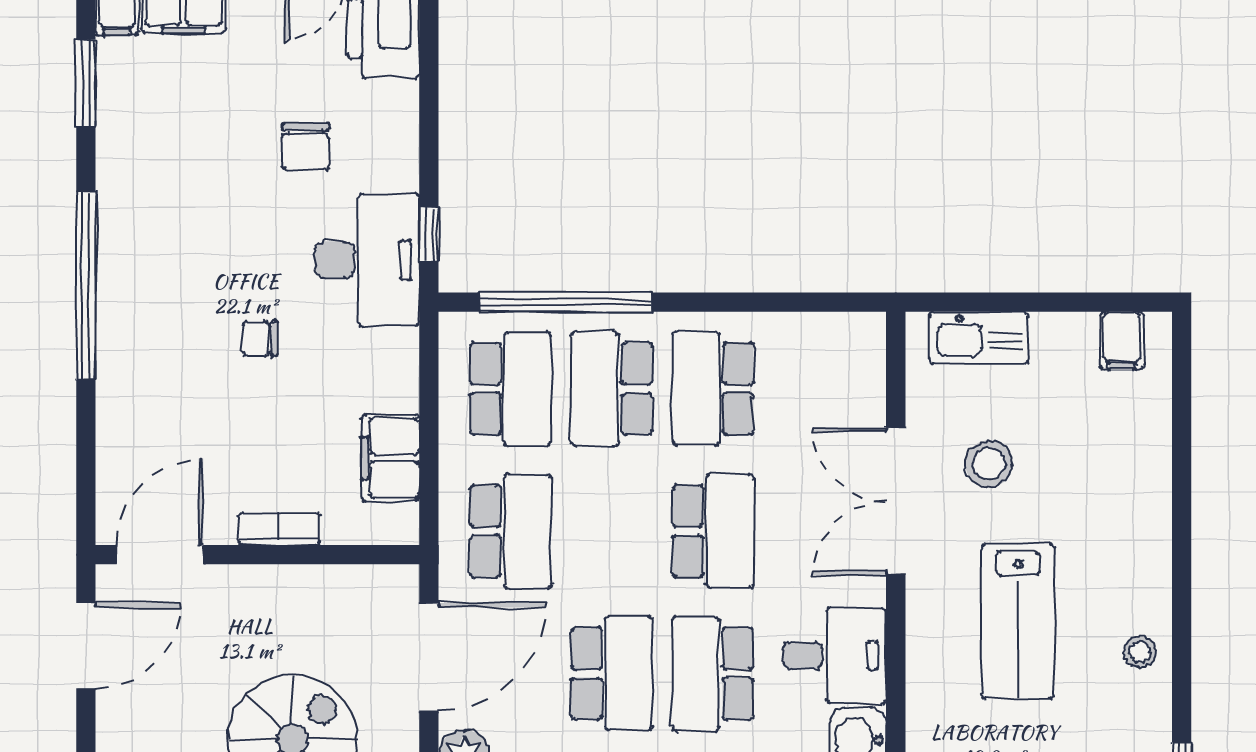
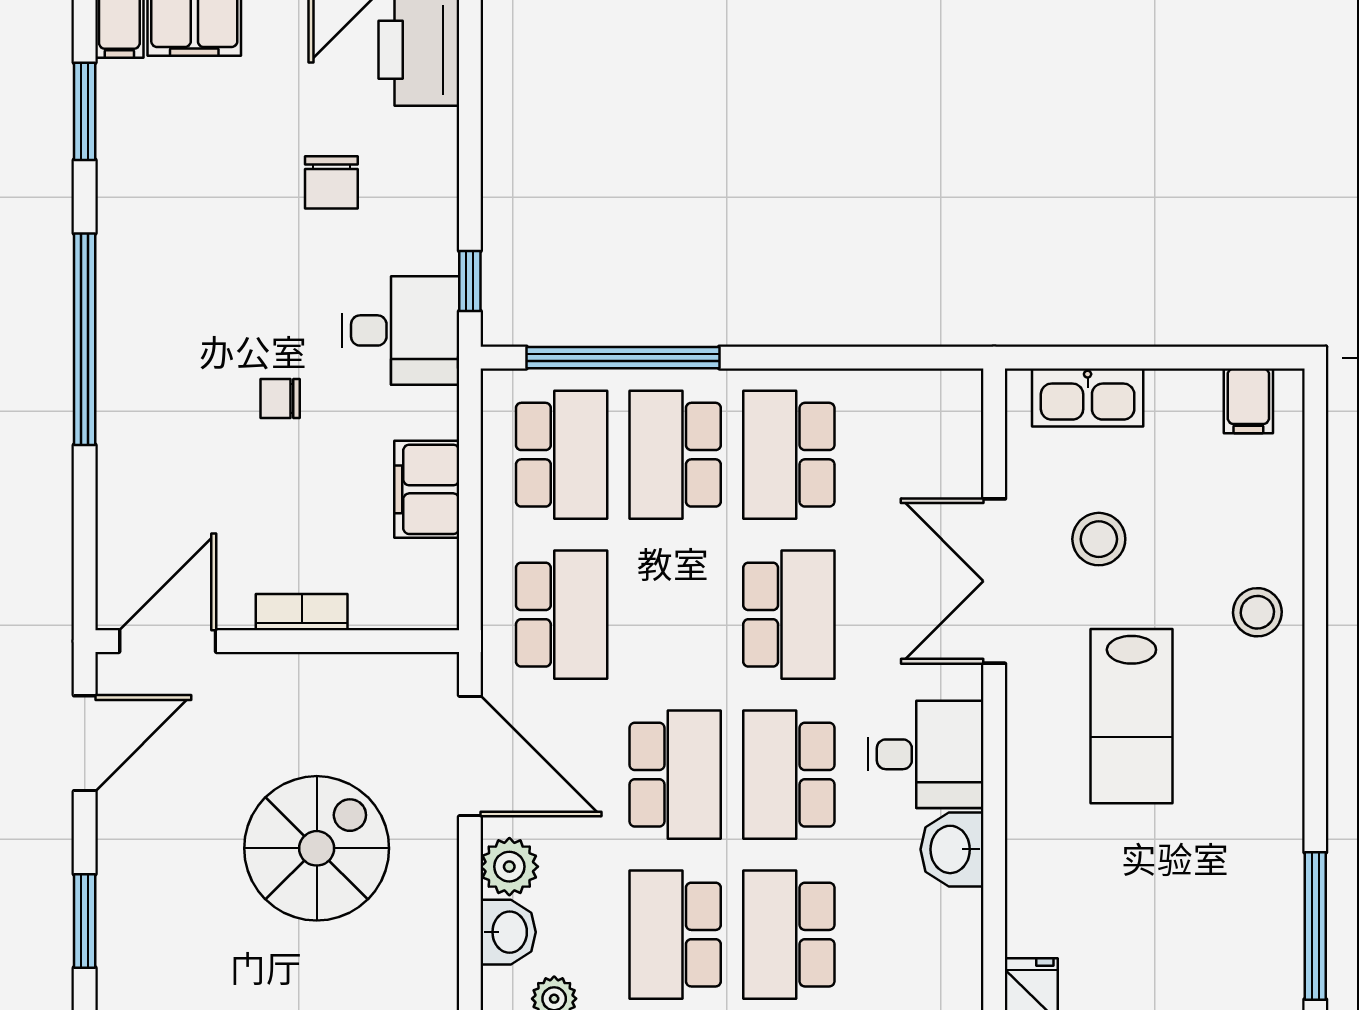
desk: (367, 260) -> (400, 330), width x0.73
filing cabinet: (390, 458) -> (427, 489), moved
stool: (1140, 652) -> (1257, 612), moved, width x1.37, depth x1.37
door: (429, 657) -> (470, 756), hinge flipped

